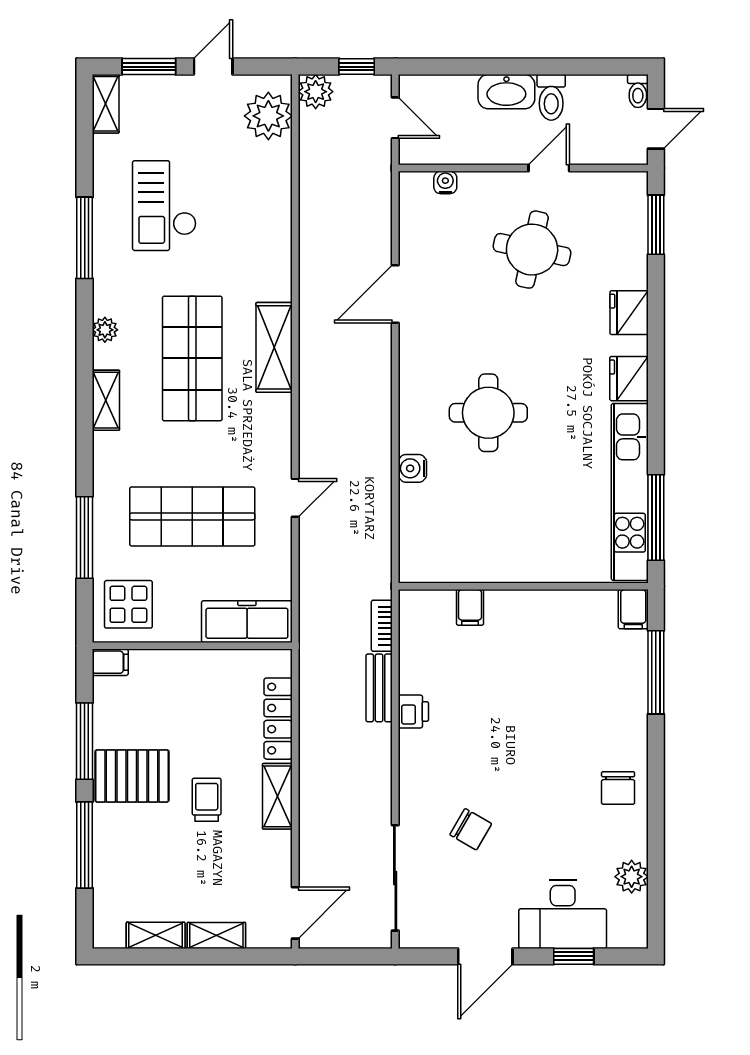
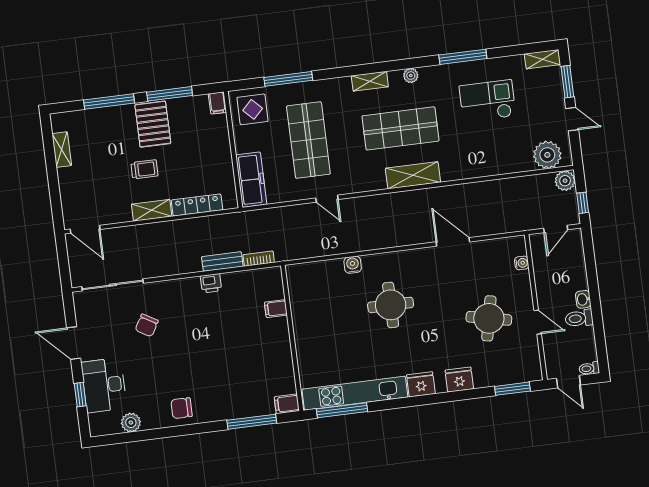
washbasin: (506, 92) -> (583, 299), width x0.52, depth x0.69
shelving: (216, 935) -> (66, 185), removed

